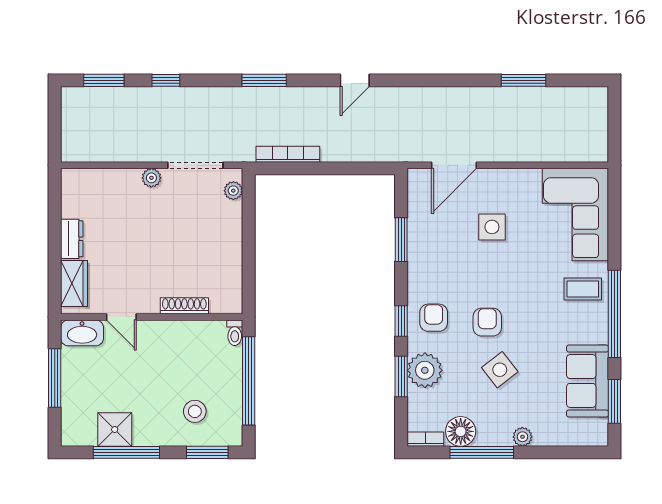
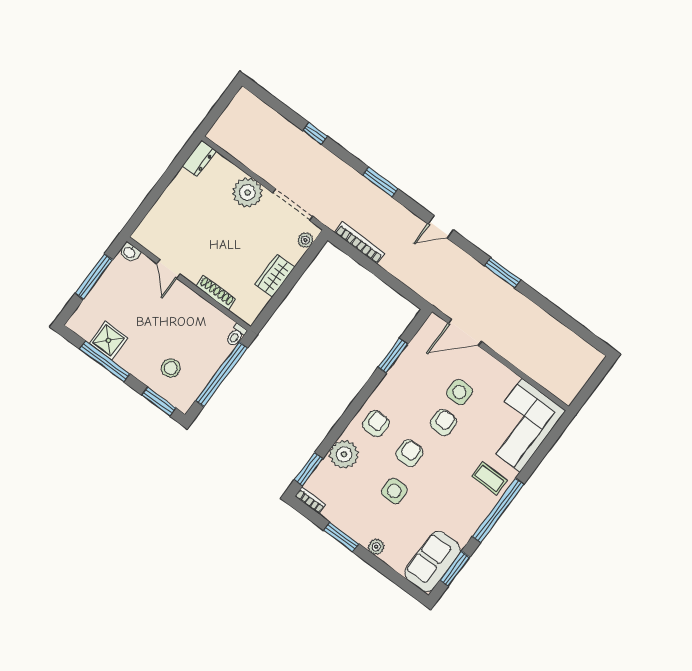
window: (104, 80) -> (274, 103), removed
window: (524, 80) -> (503, 273), moved
plant: (151, 178) -> (248, 193), width x1.88, depth x1.88
dresser: (72, 239) -> (199, 159), moved
armchair: (498, 268) -> (443, 422), added
wardrobe: (74, 283) -> (275, 276), moved, turned 180
window: (401, 321) -> (353, 410), removed
washbasin: (82, 333) -> (130, 252), width x0.52, depth x0.69
side table: (500, 370) -> (394, 491), turned 38
window: (401, 377) -> (309, 469), moved
sofa: (588, 381) -> (433, 561), moved
floor lamp: (461, 431) -> (338, 513), removed
window: (482, 452) -> (341, 537), width x0.69

